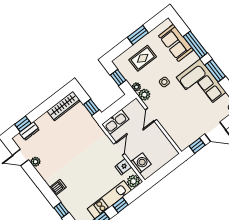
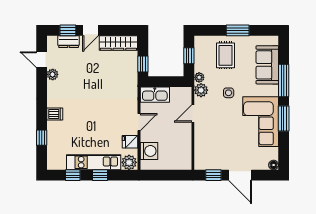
rug: (143, 58) -> (225, 55), turned 90
door: (38, 112) -> (91, 30), added

